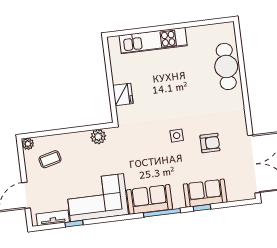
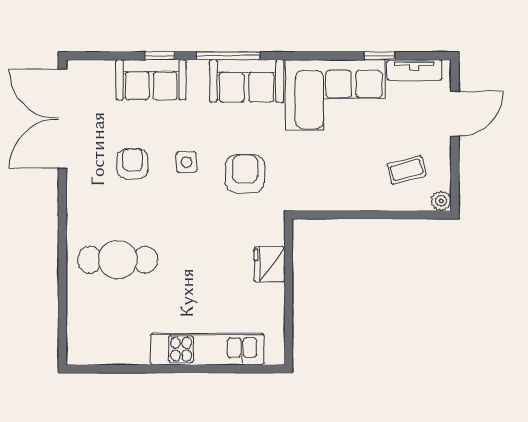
cafe table: (226, 66) -> (118, 260), moved, turned 90
side table: (177, 136) -> (187, 162), moved
plant: (98, 137) -> (320, 198), removed
armchair: (210, 143) -> (132, 164), turned 90
armchair: (144, 145) -> (245, 174), added

